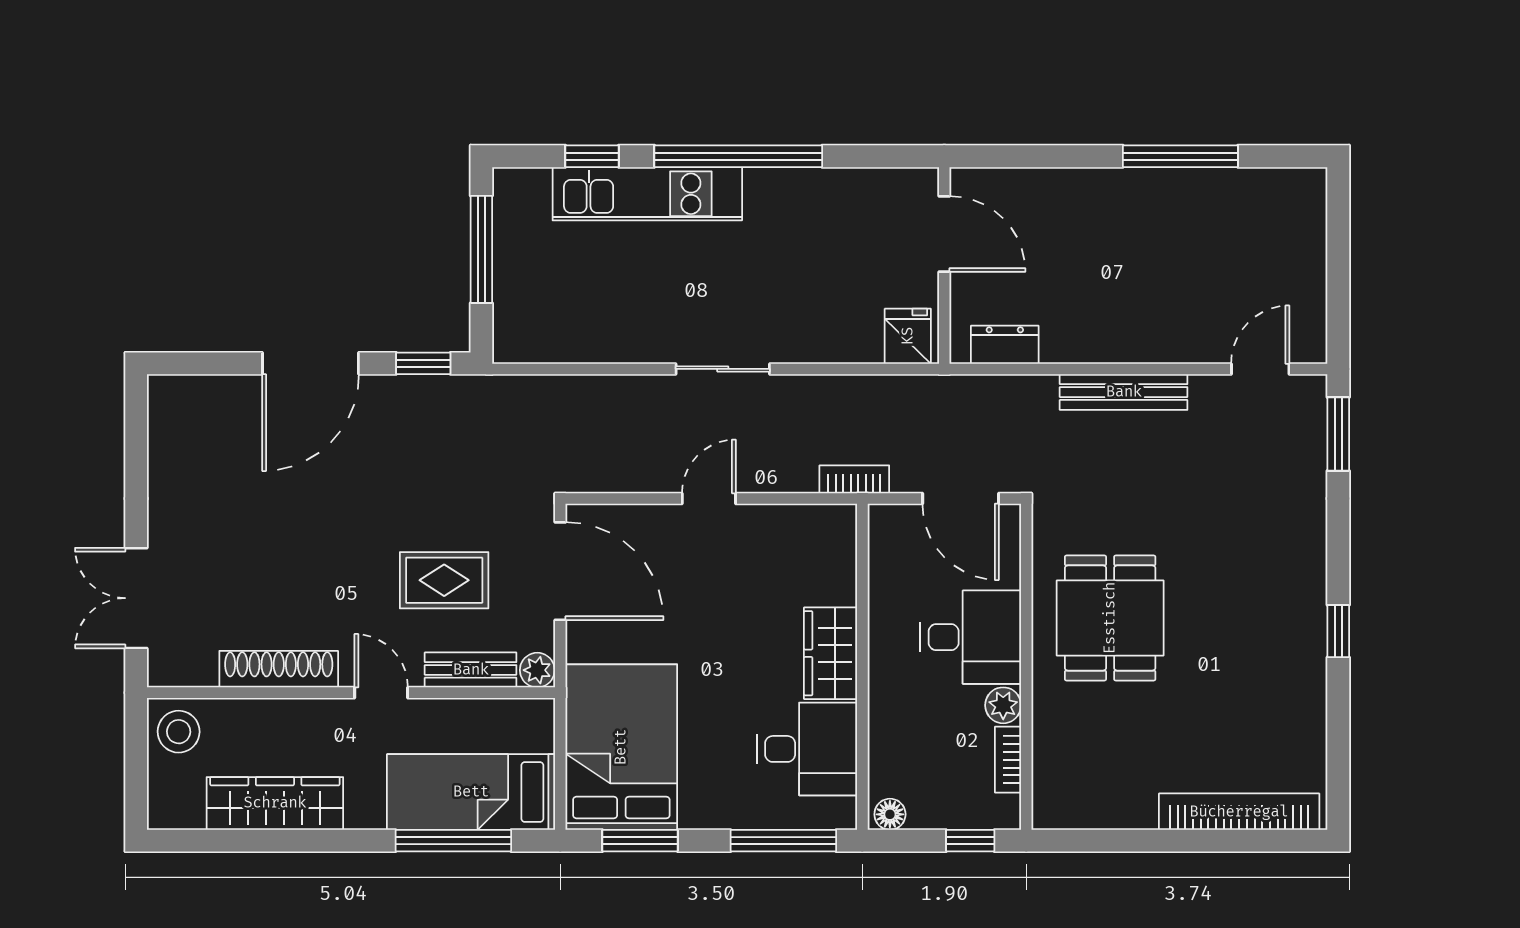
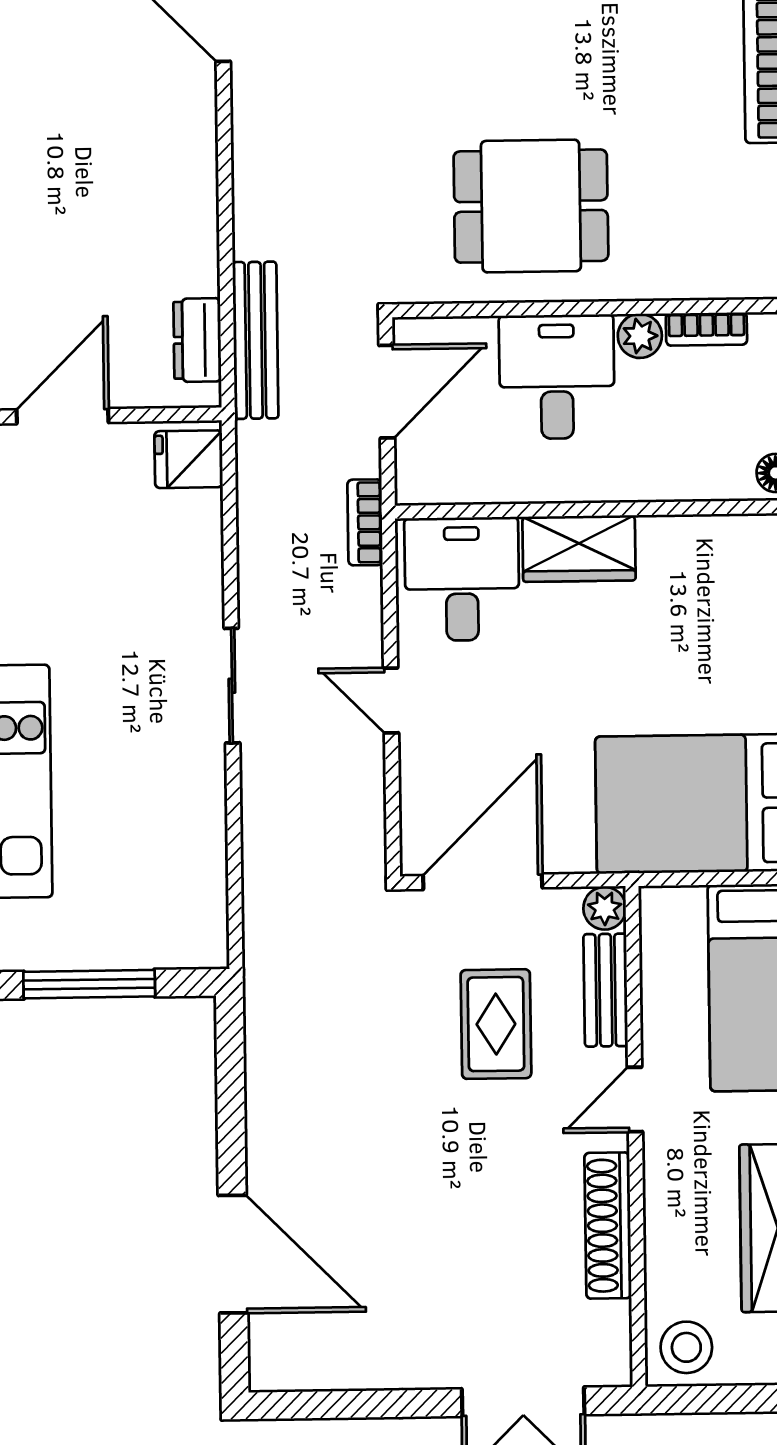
door: (311, 363) -> (233, 1254), moved
window: (423, 363) -> (230, 1053), removed
bench: (1124, 392) -> (255, 340), moved
desk: (807, 749) -> (462, 579), moved

